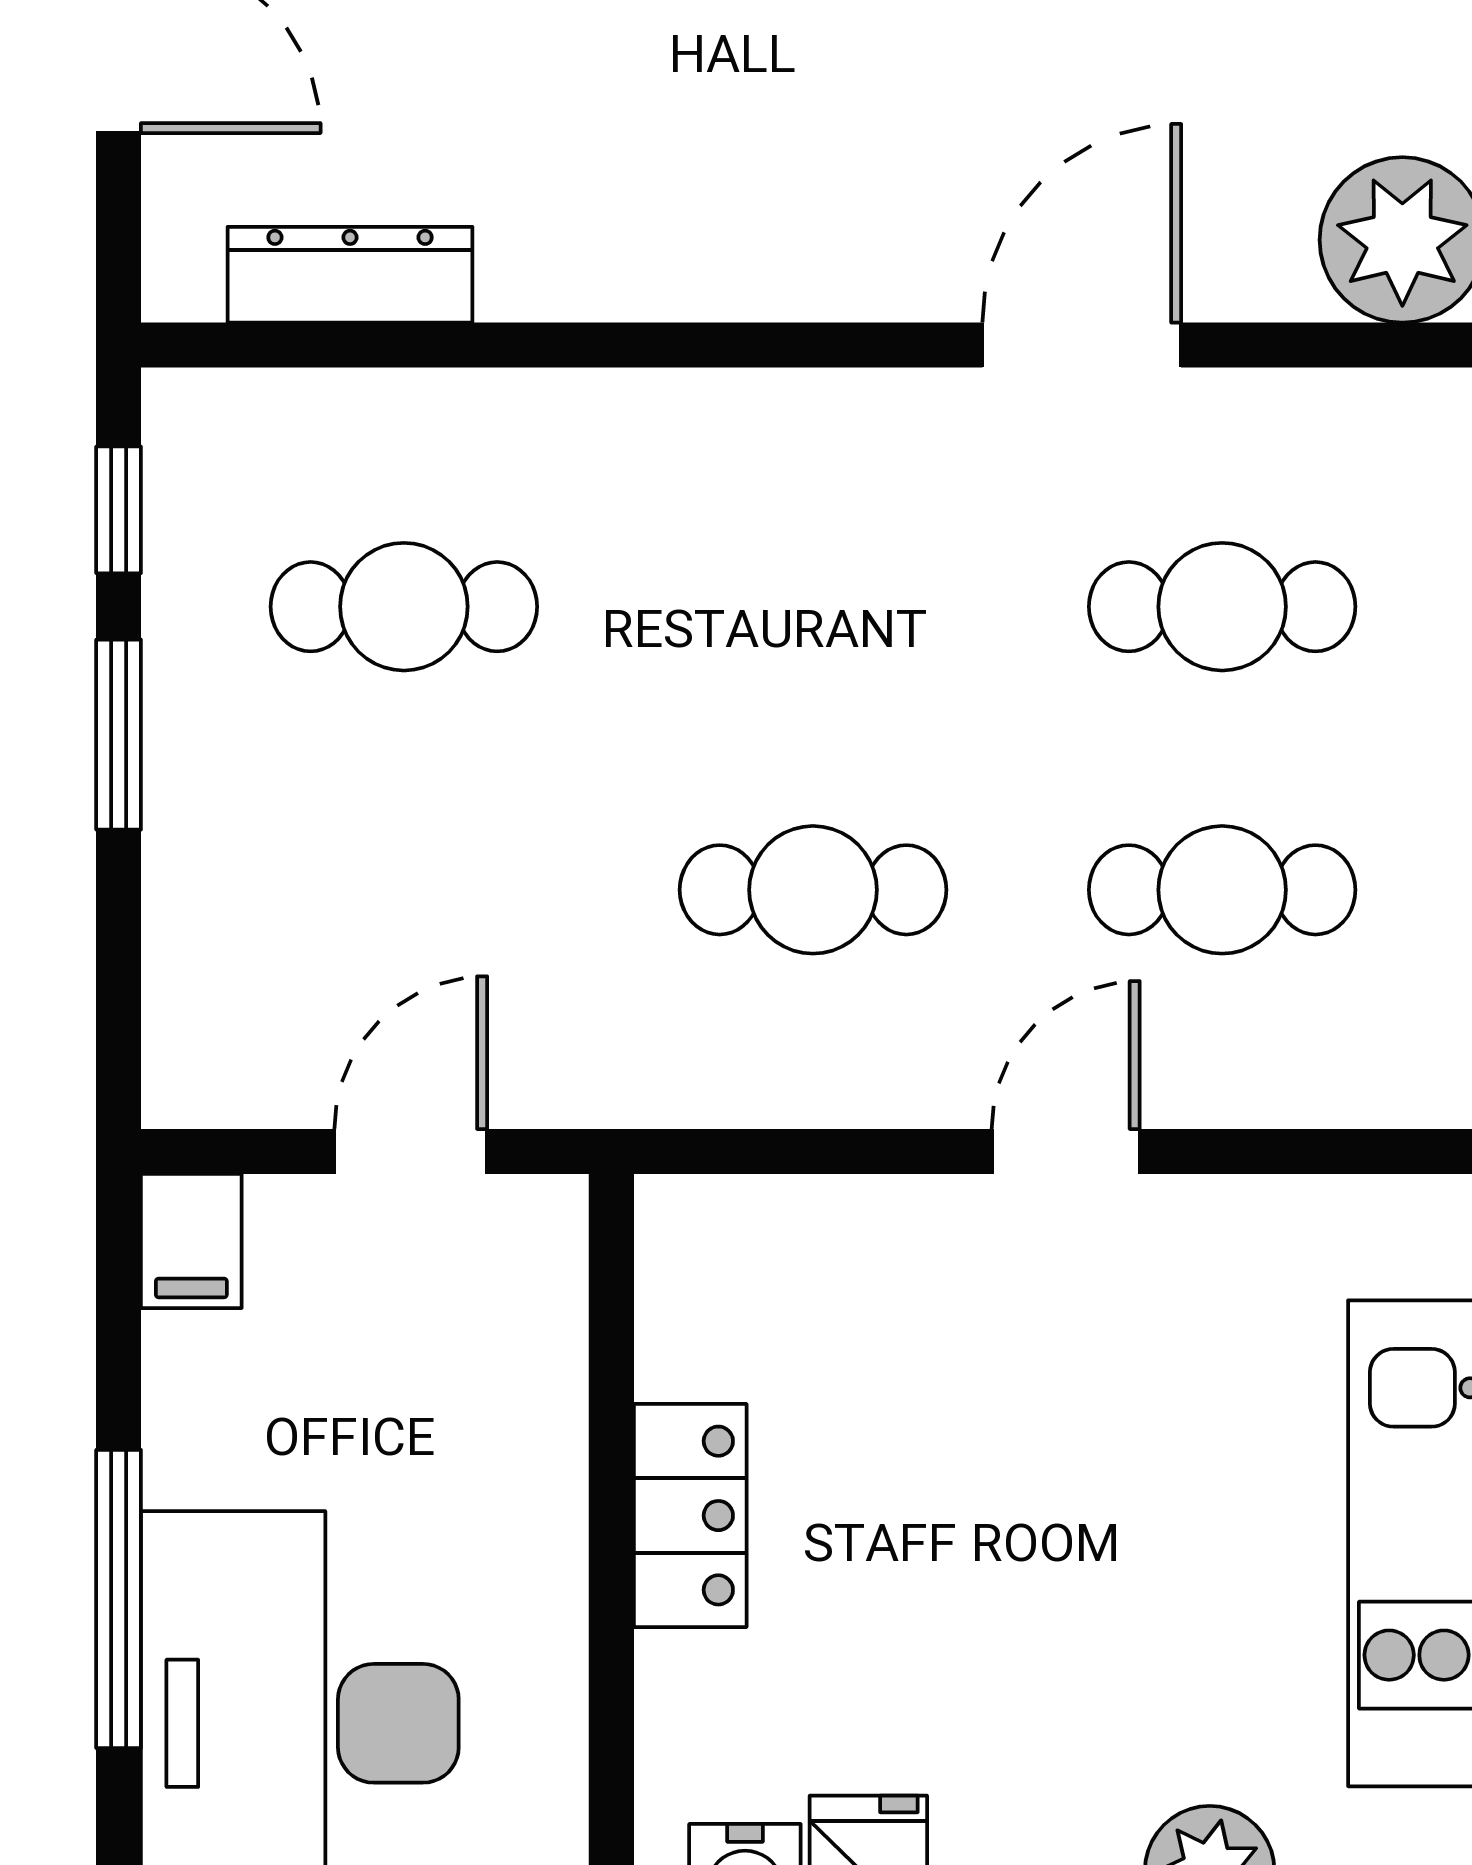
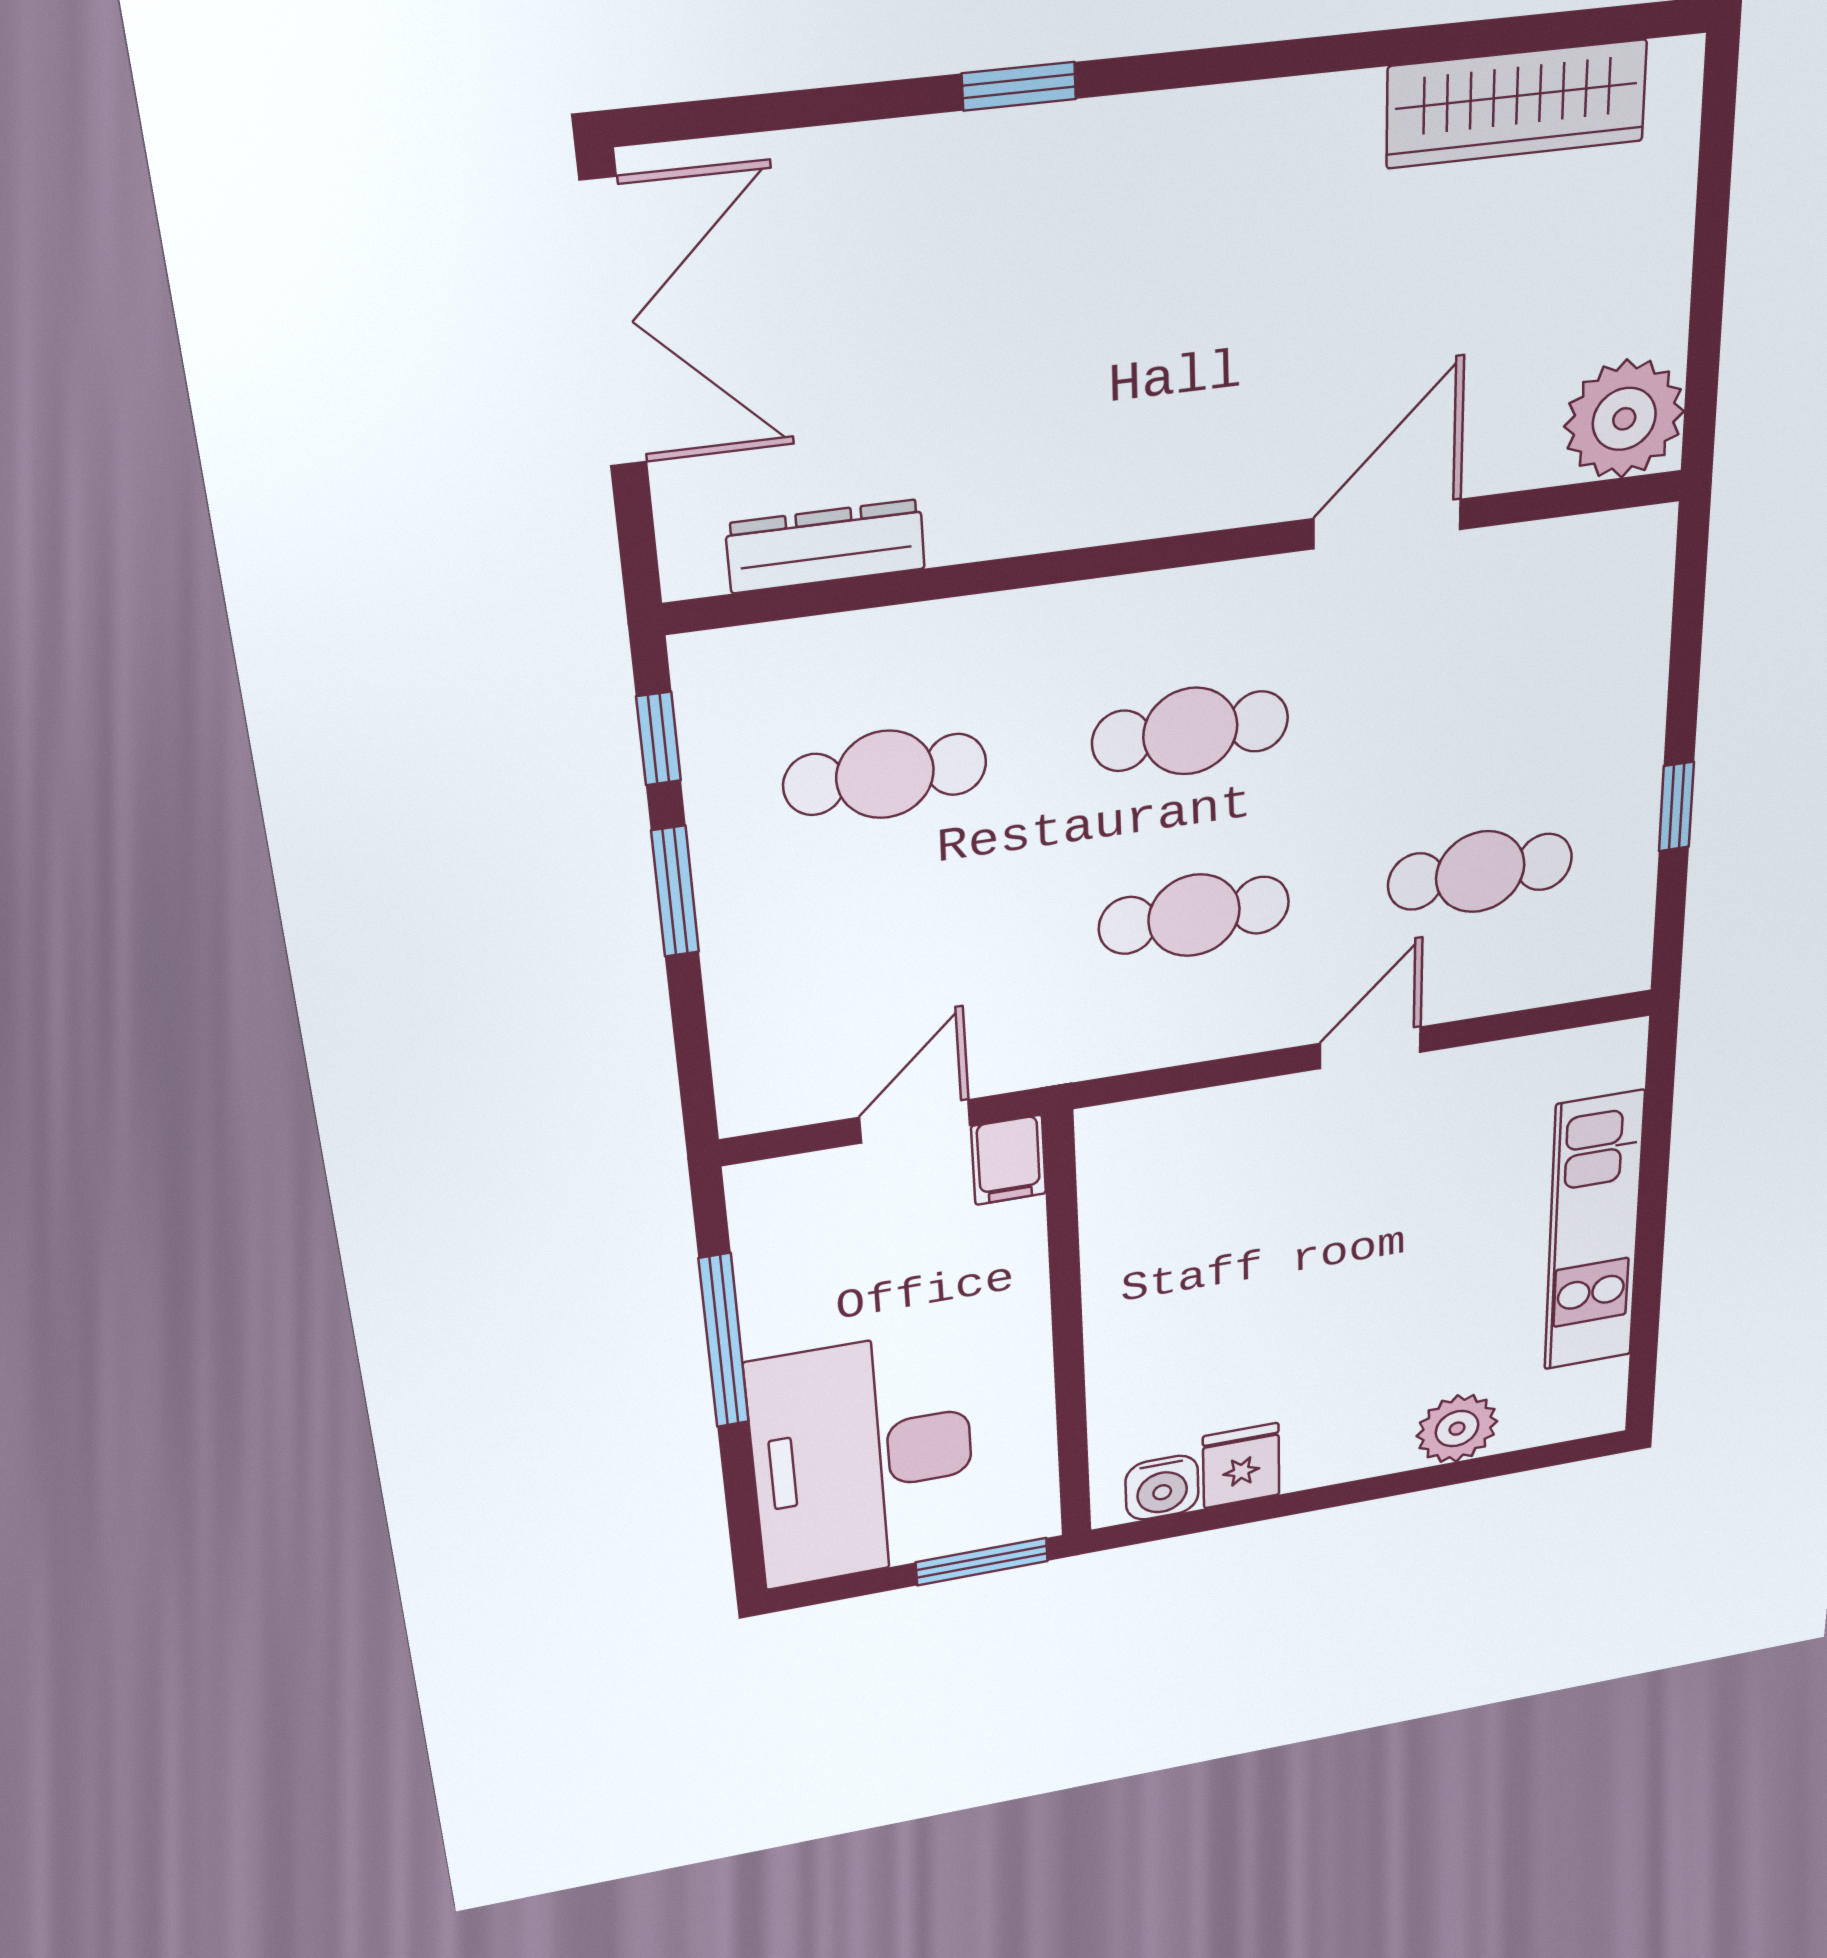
cafe table: (1222, 607) -> (1190, 731), moved
filing cabinet: (191, 1241) -> (1009, 1160), moved
locker: (690, 1516) -> (1120, 1299), removed
window: (119, 1599) -> (724, 1341), moved

